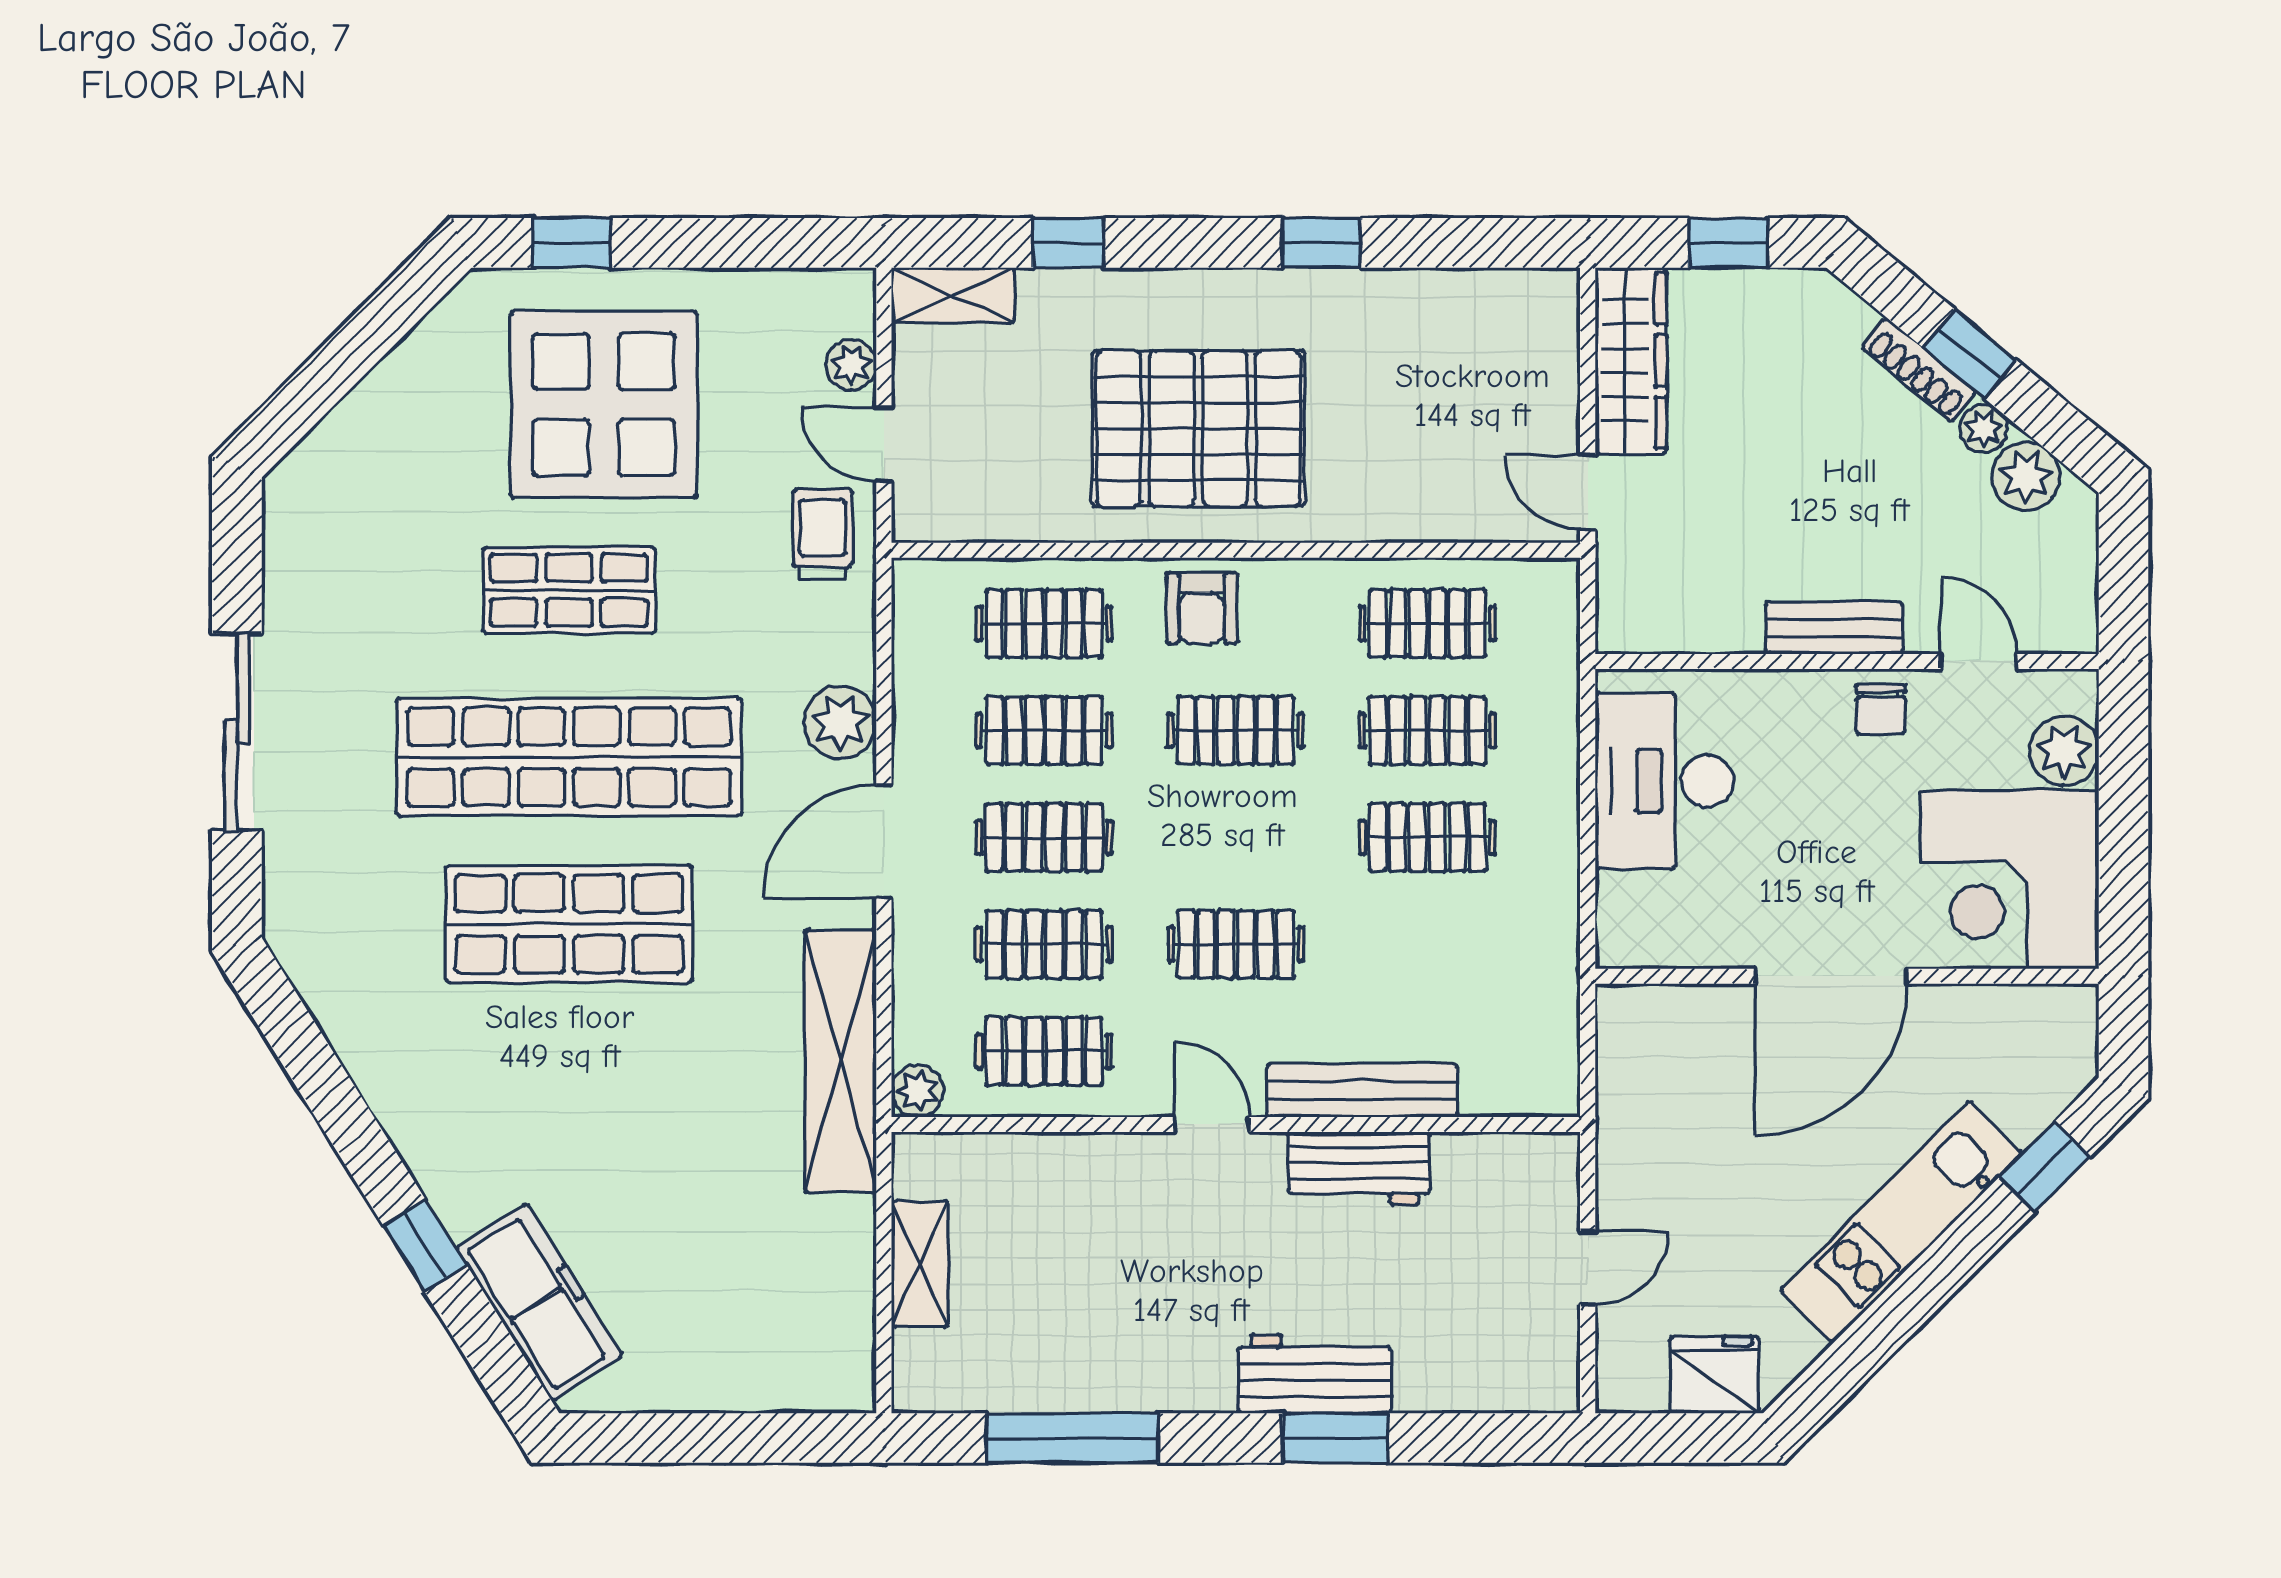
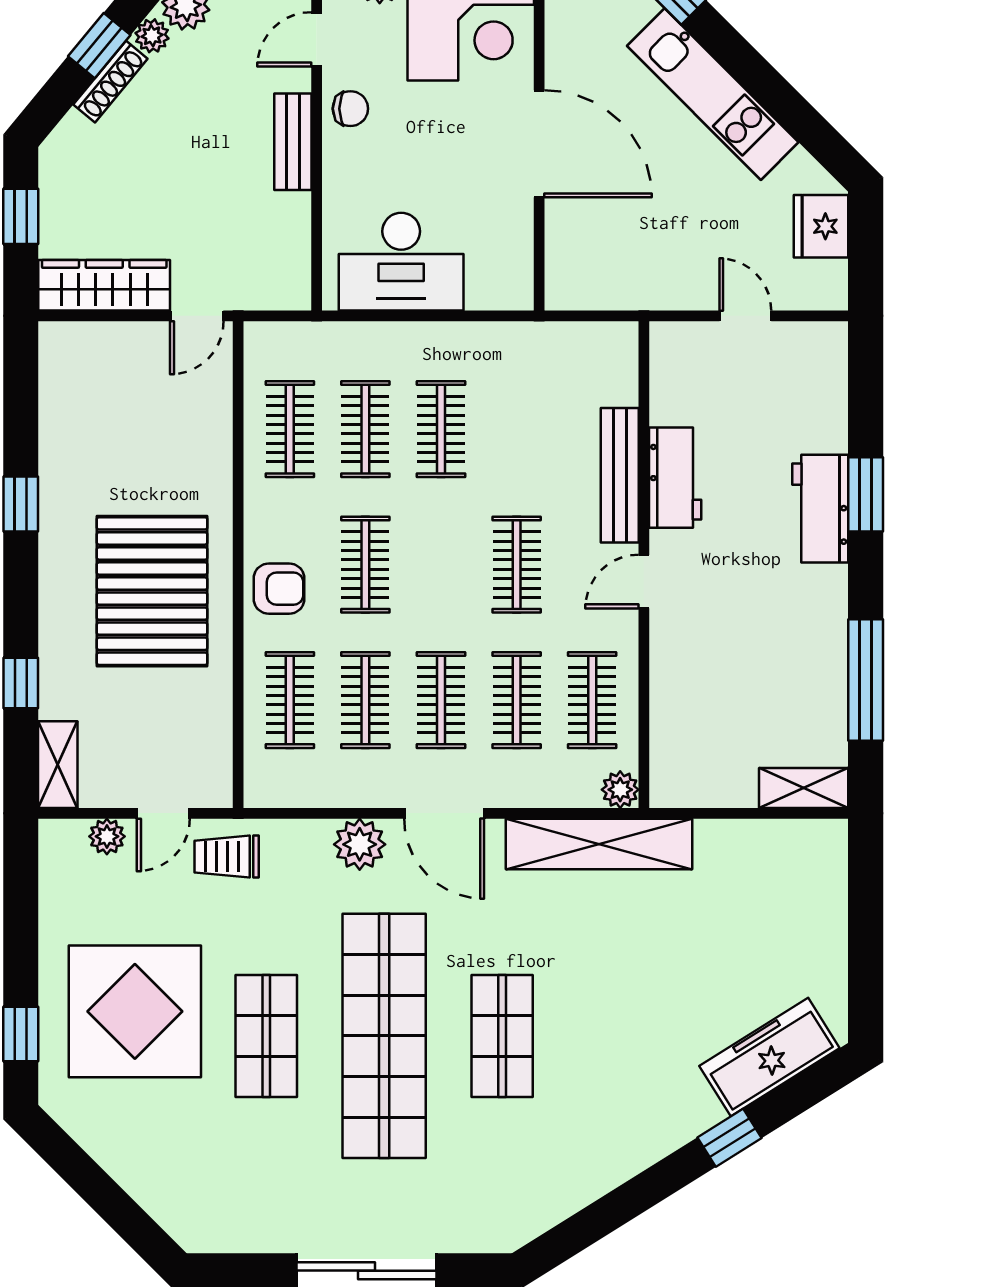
shop shelf: (569, 924) -> (502, 1036), width x0.70, depth x0.74
shelving: (920, 1264) -> (804, 788), moved

